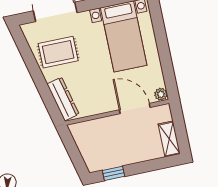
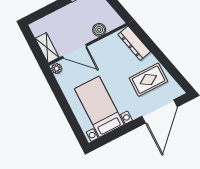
boiler: (99, 126) -> (99, 30), added
shelving: (169, 139) -> (47, 48), moved

